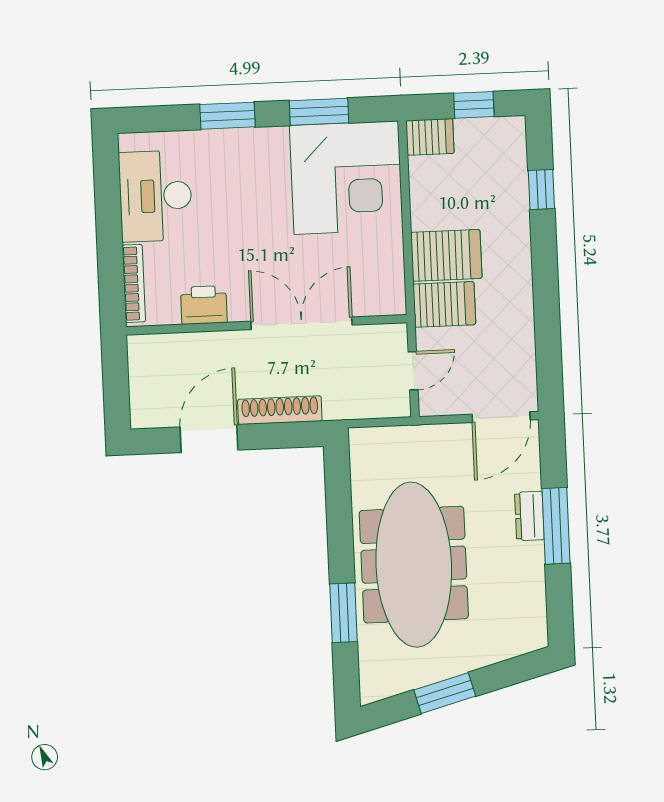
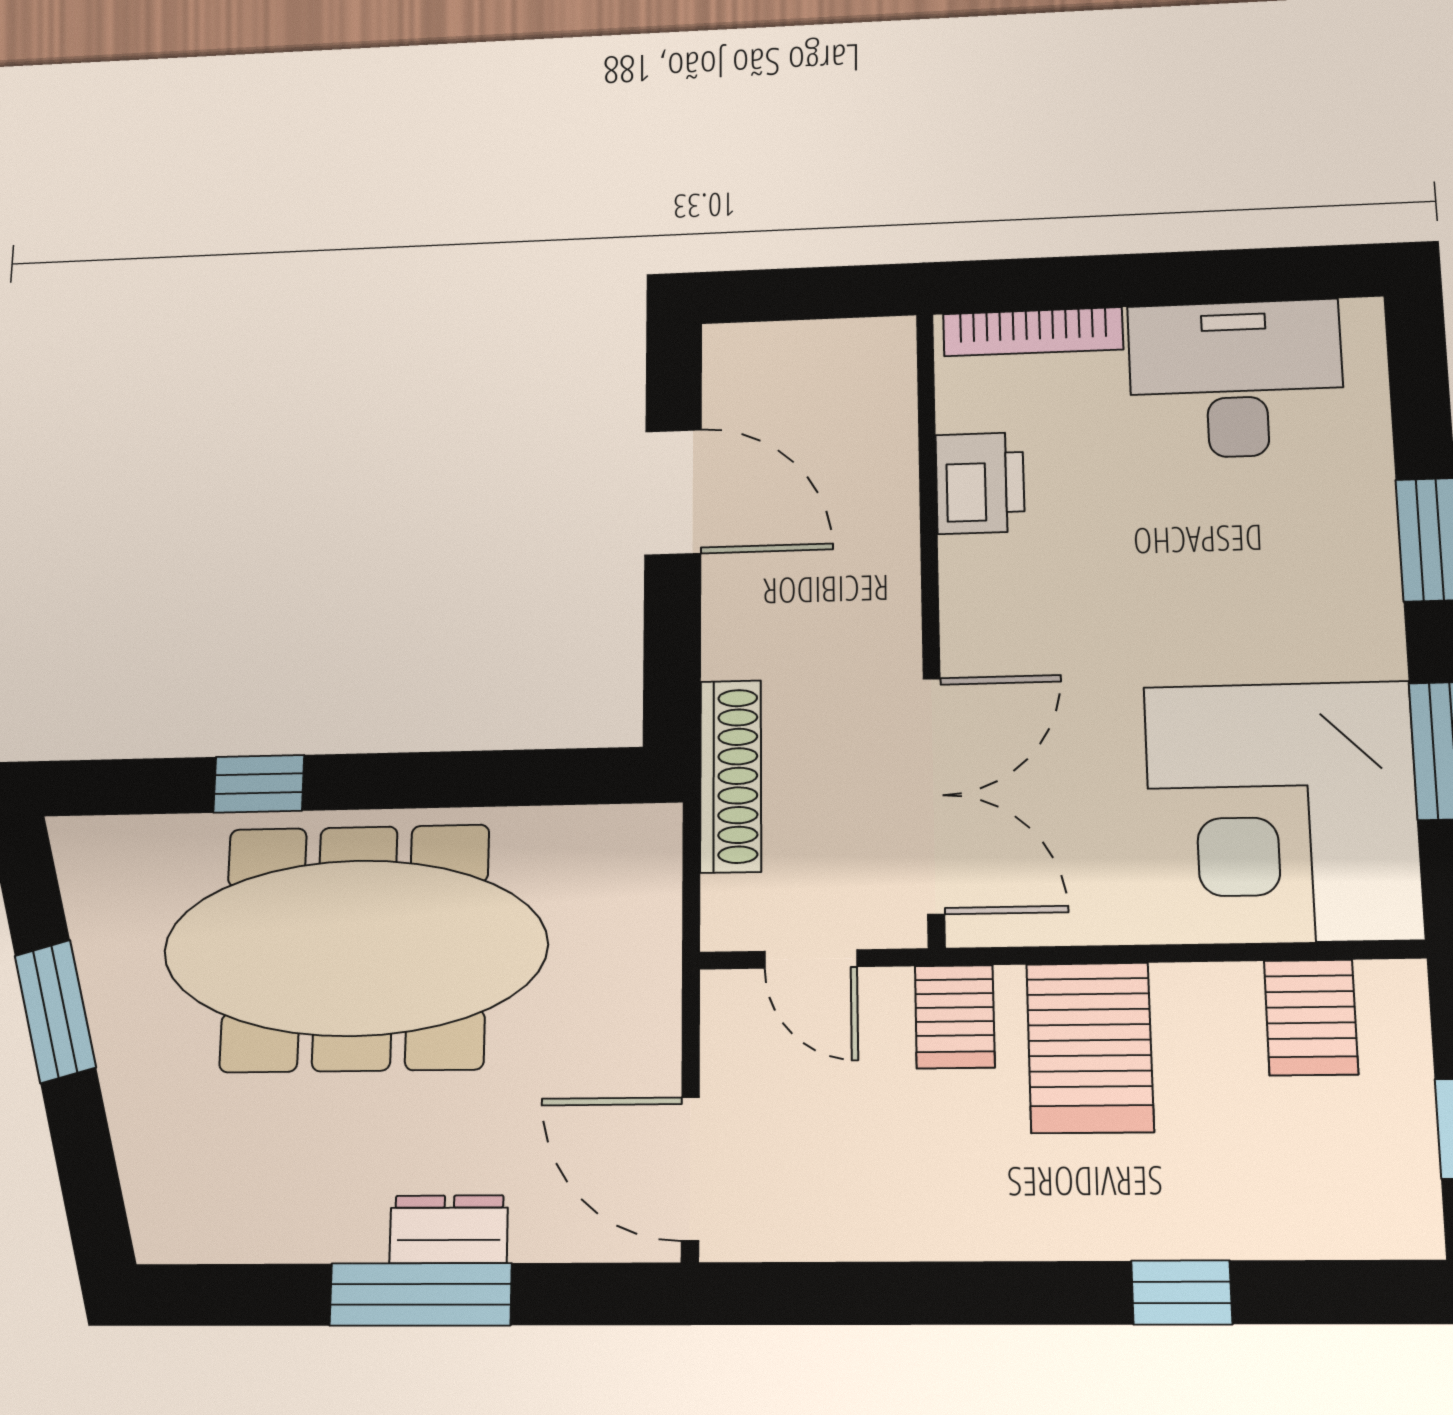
server rack: (430, 137) -> (1311, 1017), moved
window: (541, 190) -> (1182, 1293), moved
server rack: (444, 304) -> (955, 1017), width x0.73, depth x0.70
double door: (302, 323) -> (934, 795), moved
shoe rack: (280, 410) -> (731, 776), moved
window: (343, 613) -> (259, 784), width x0.67

